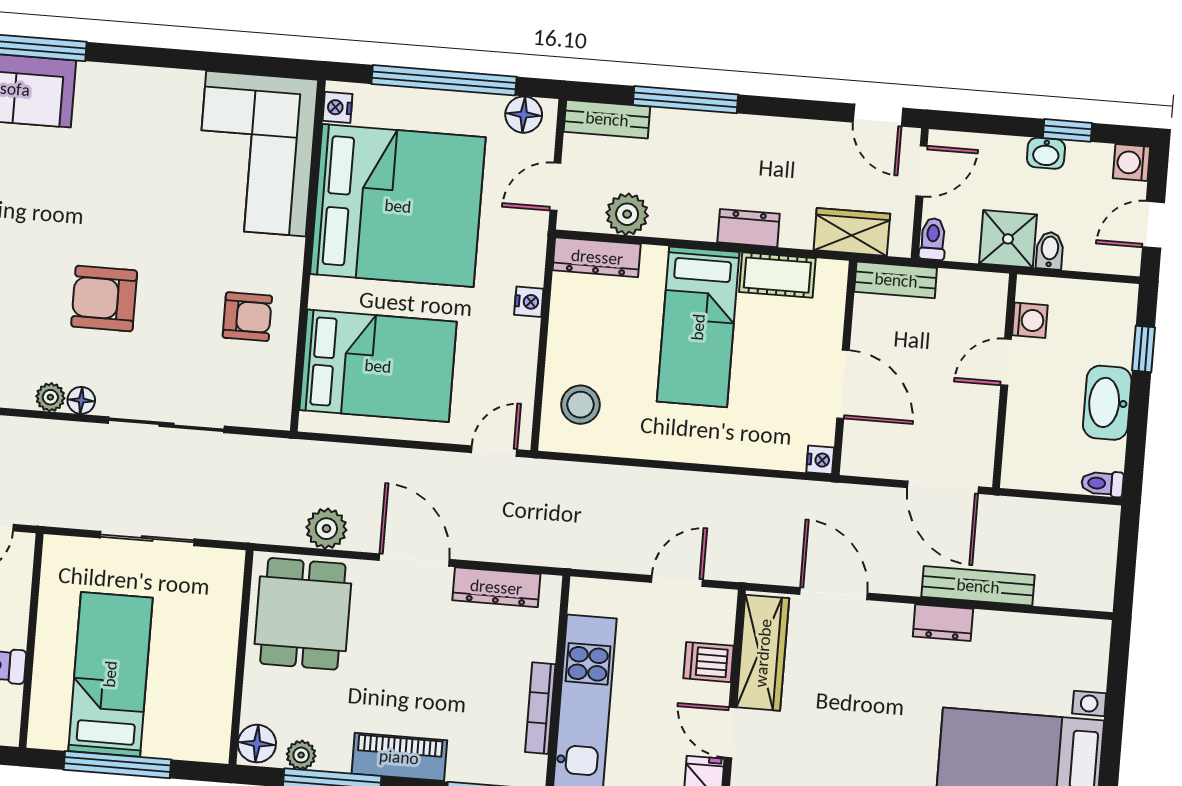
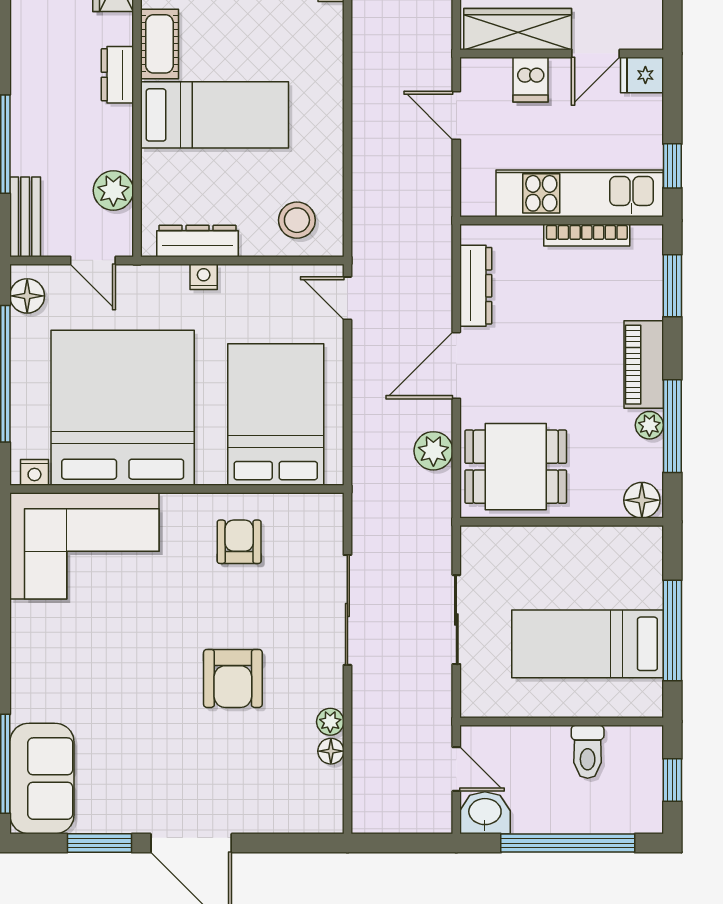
dresser: (597, 257) -> (198, 241), moved, turned -90
floor lamp: (81, 400) -> (331, 751), moved
plant: (301, 755) -> (649, 425), moved

